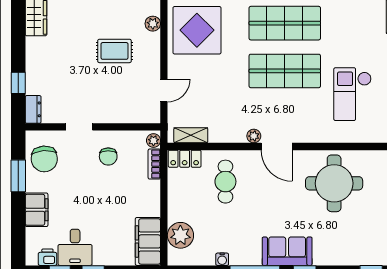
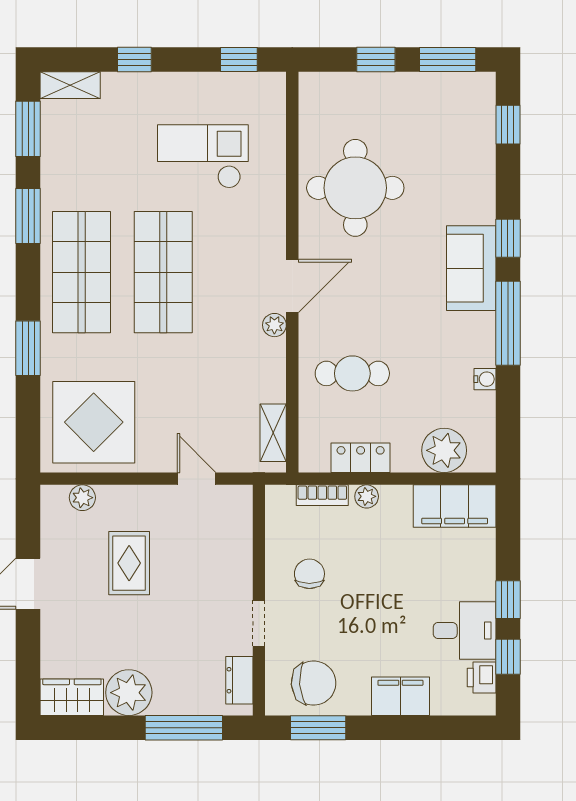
plant: (39, 51) -> (129, 693), added
window: (18, 83) -> (184, 728), width x2.17
checkout: (352, 94) -> (203, 156), turned 180
dresser: (33, 109) -> (239, 680), moved, turned -90
plant: (153, 141) -> (367, 496), moved
chair: (108, 157) -> (309, 574), turned -90
locker: (185, 159) -> (361, 458), moved, turned -90
window: (18, 176) -> (318, 728), moved

